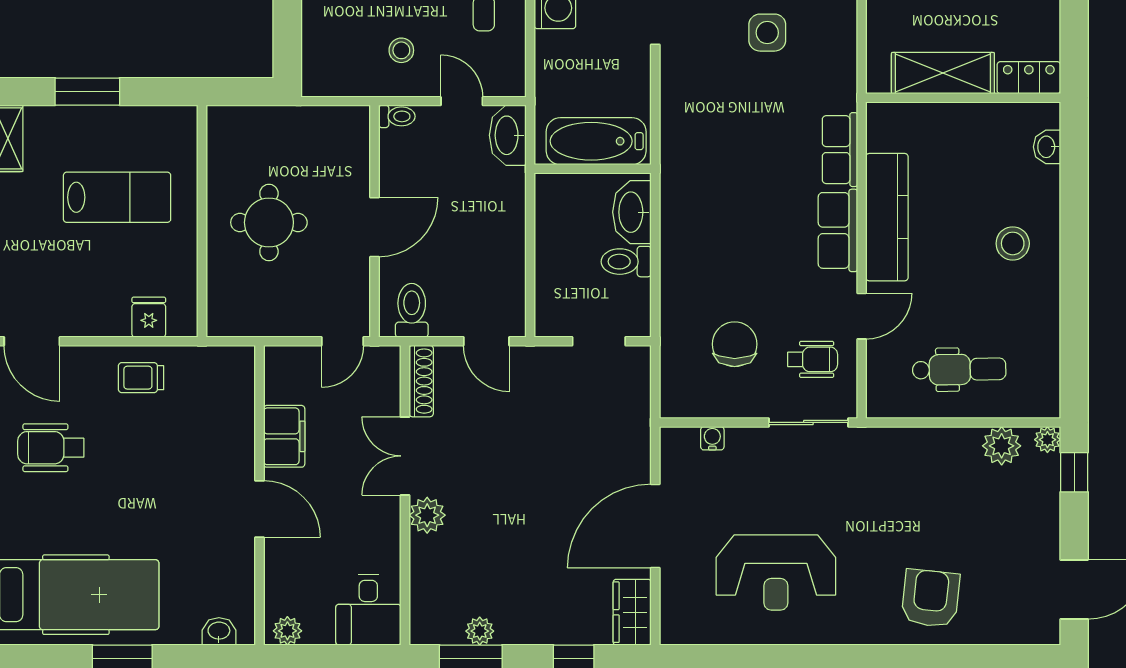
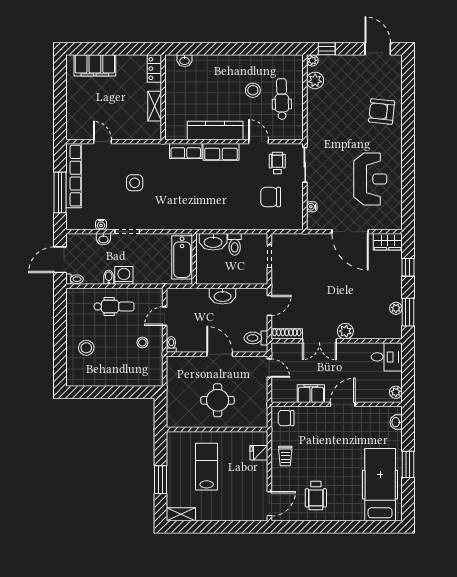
shelving: (943, 73) -> (155, 106), width x0.67, depth x0.75
washbasin: (508, 135) -> (223, 296), moved
stool: (1013, 243) -> (253, 90), moved
chair: (228, 379) -> (286, 418), added

